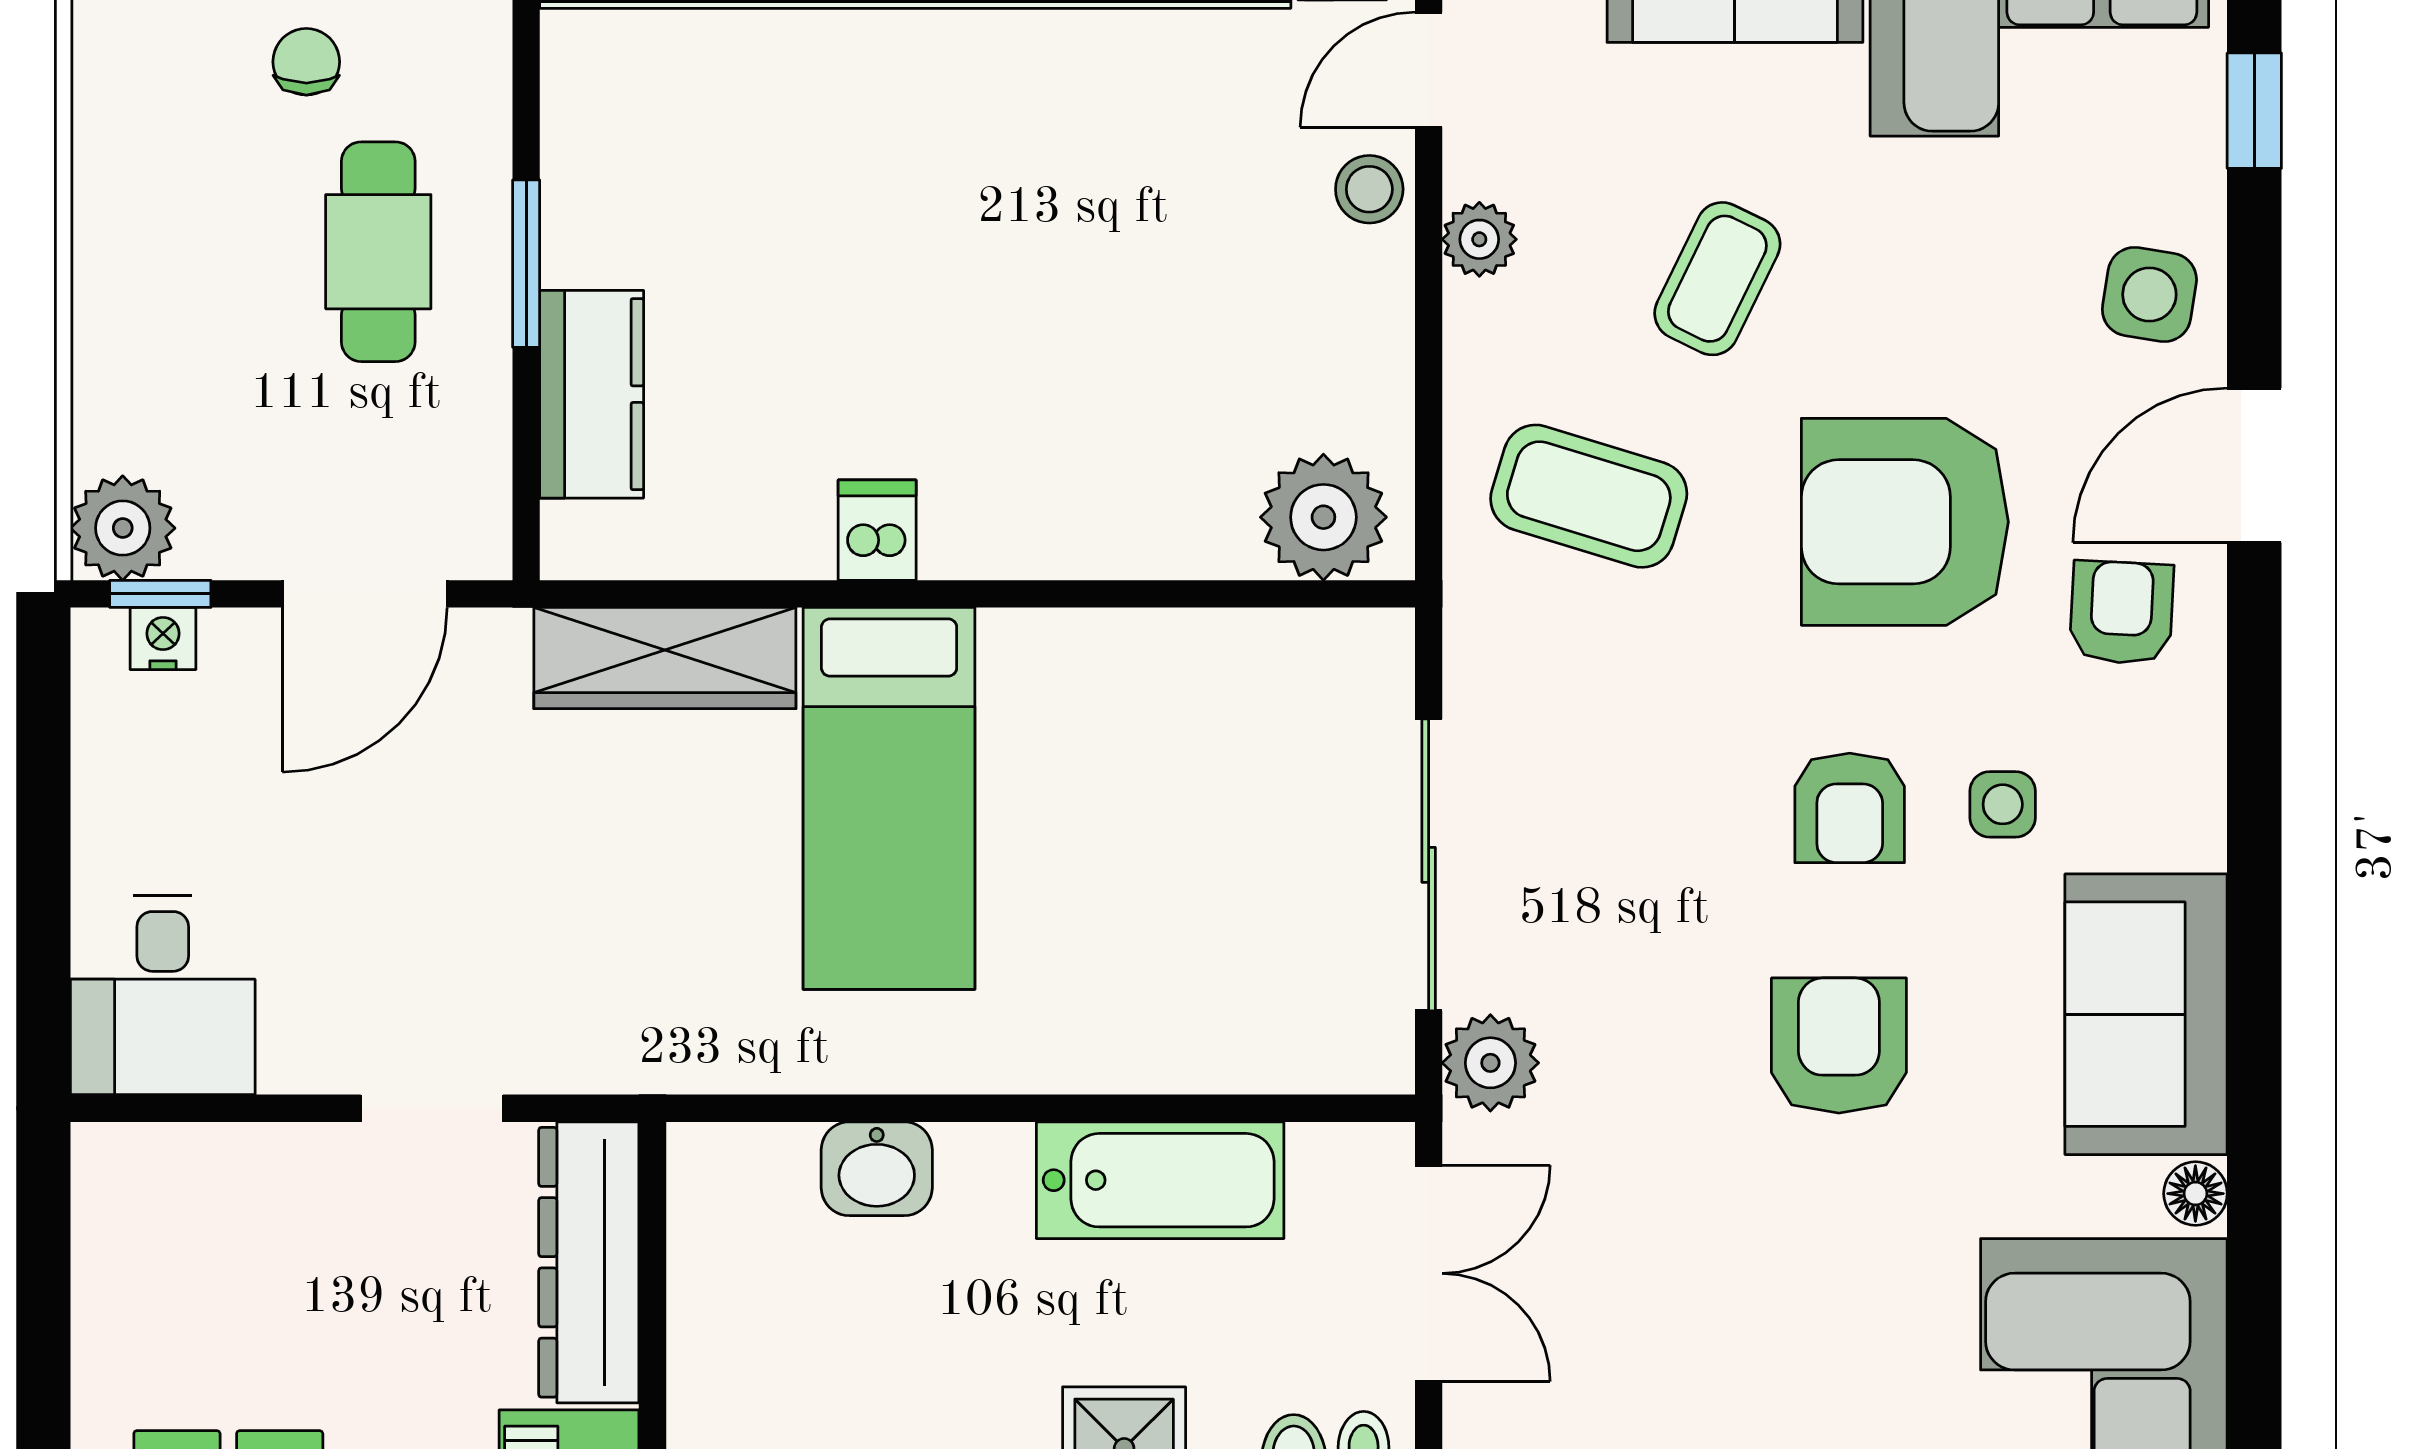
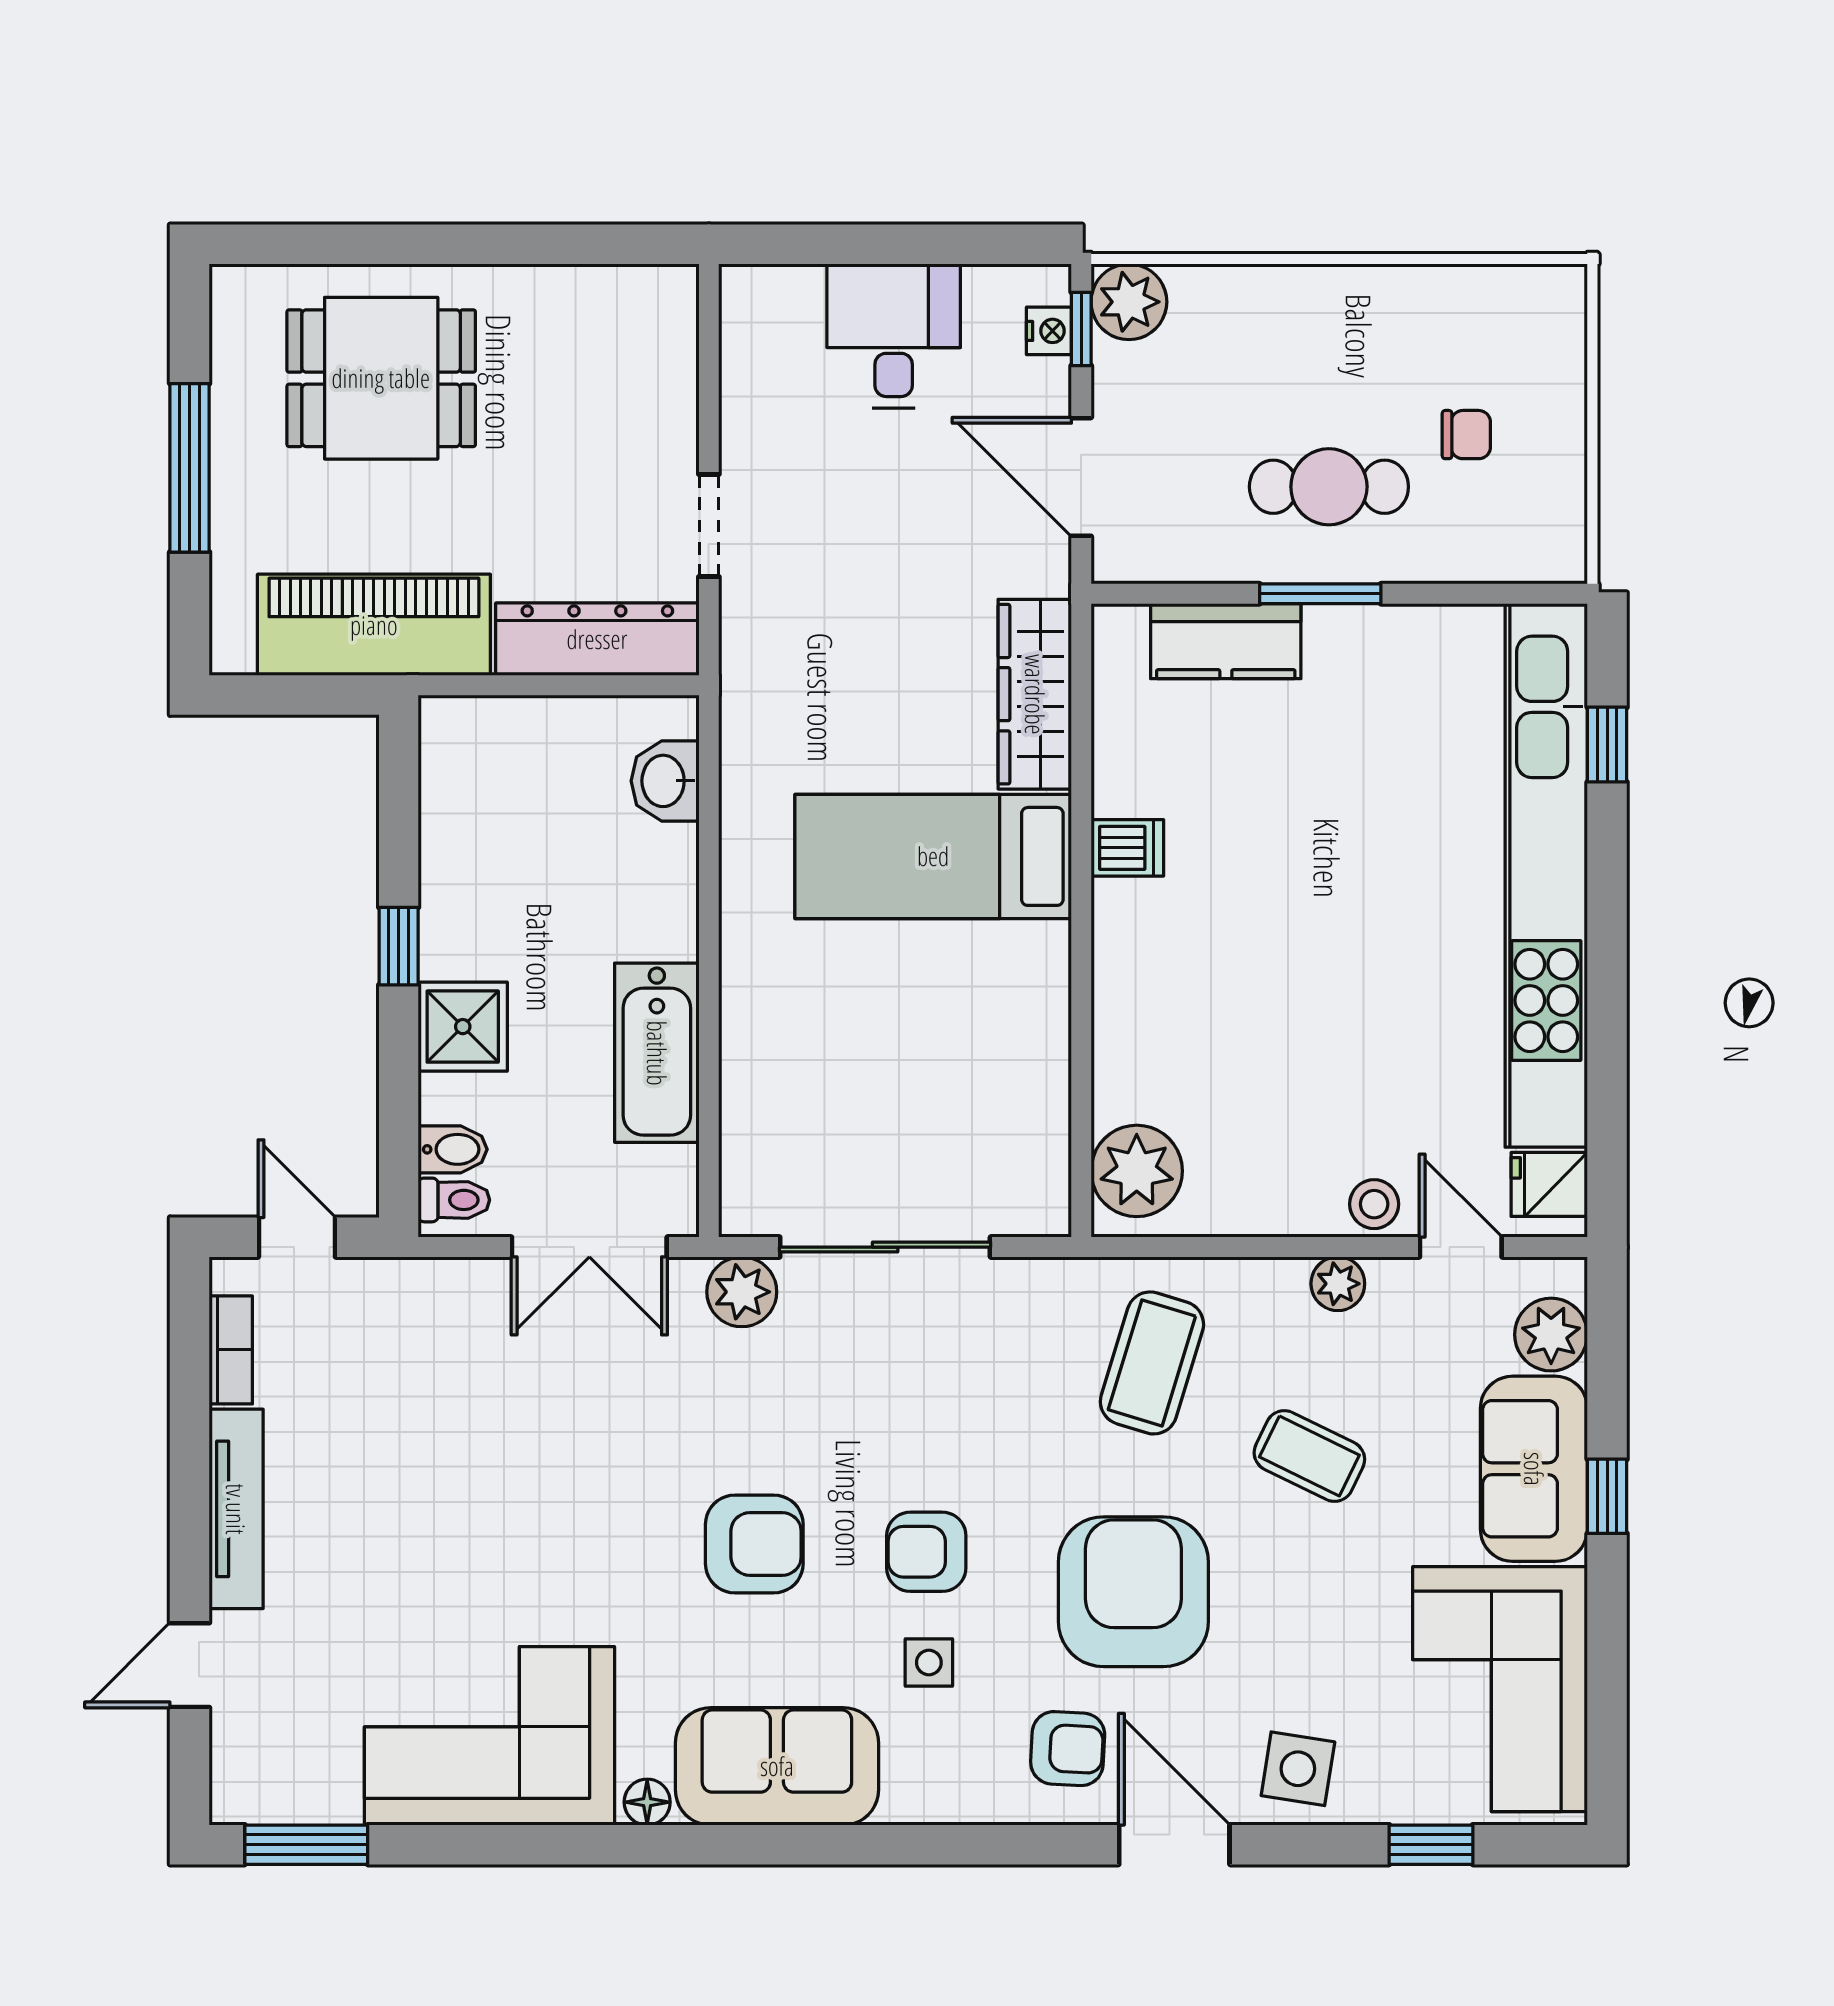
desk: (163, 995) -> (894, 336), moved, turned 90
washbasin: (877, 1169) -> (665, 781), moved

